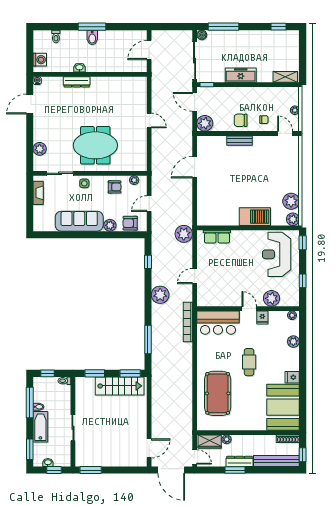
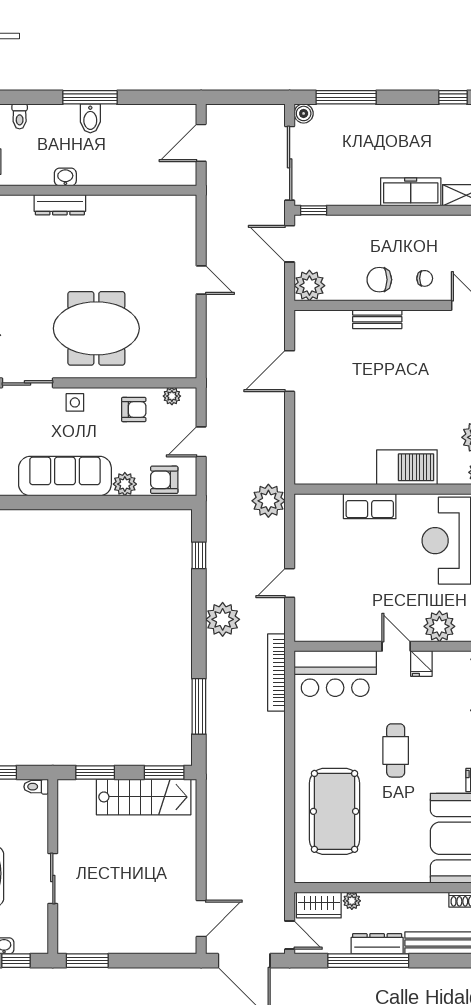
freezer: (241, 75) -> (411, 192), moved
row of seats: (217, 237) -> (370, 506), moved
window: (235, 470) -> (368, 961), width x2.11

